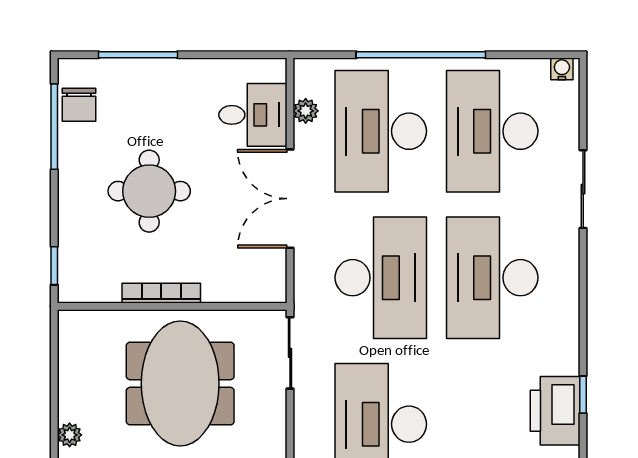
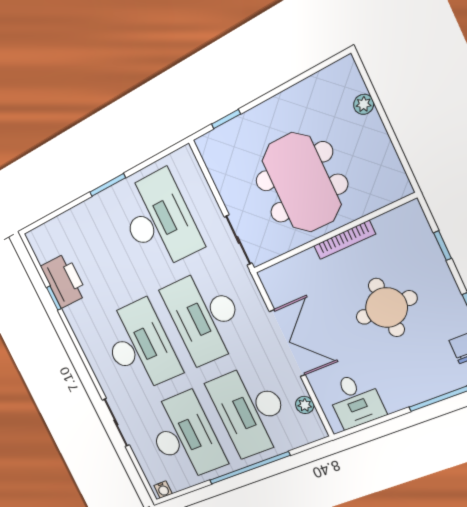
desk: (253, 115) -> (355, 400), moved, turned -90
desk: (381, 131) -> (251, 411), turned 180
window: (54, 266) -> (442, 246), moved

